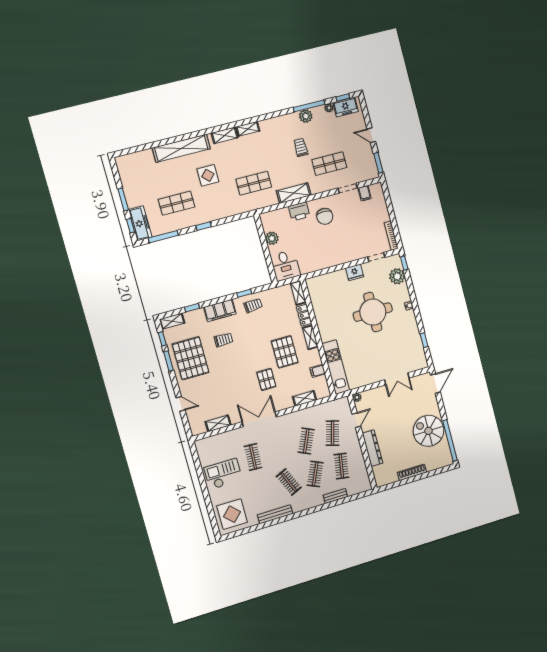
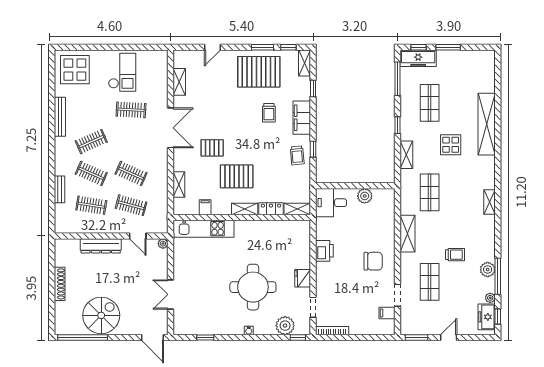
shelving: (225, 135) -> (406, 155), moved
printer: (299, 211) -> (324, 251), moved, turned 180
chair: (325, 216) -> (373, 261), turned 180

